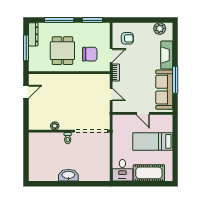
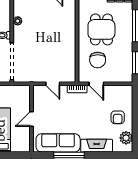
armchair: (127, 38) -> (118, 117), moved
dining table: (62, 51) -> (101, 29), turned 90
door: (111, 94) -> (53, 84), hinge flipped

